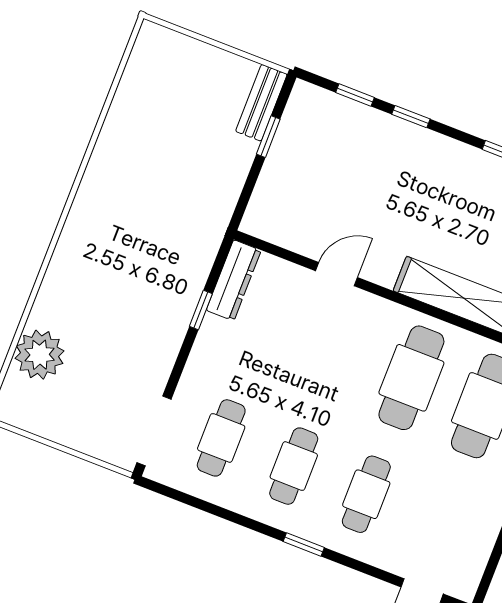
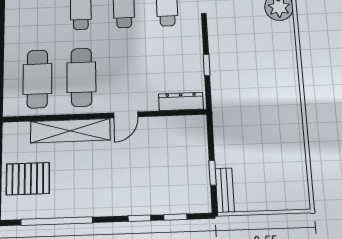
door: (337, 274) -> (126, 115), moved
dresser: (234, 280) -> (181, 101), moved, turned 90

